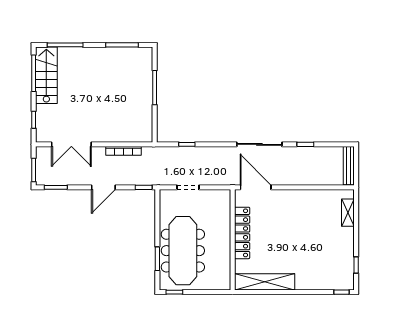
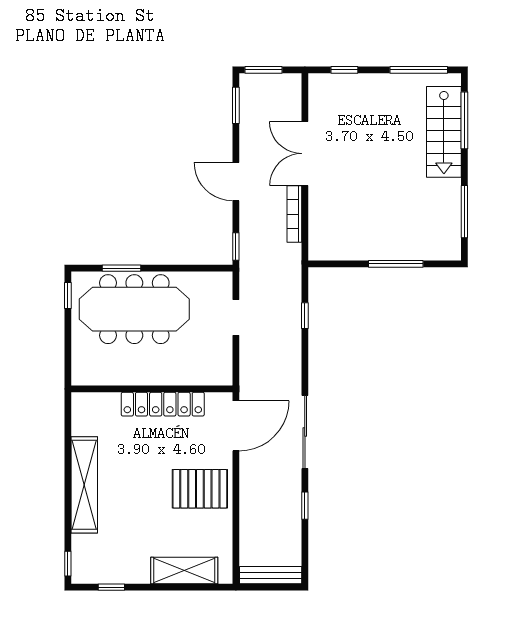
stairs: (46, 75) -> (444, 132), moved, turned 90
double door: (71, 144) -> (305, 154), moved
pallet: (295, 210) -> (200, 489), added
shelving: (348, 213) -> (184, 571), width x1.50, depth x1.33
shelving: (265, 282) -> (84, 485), moved

